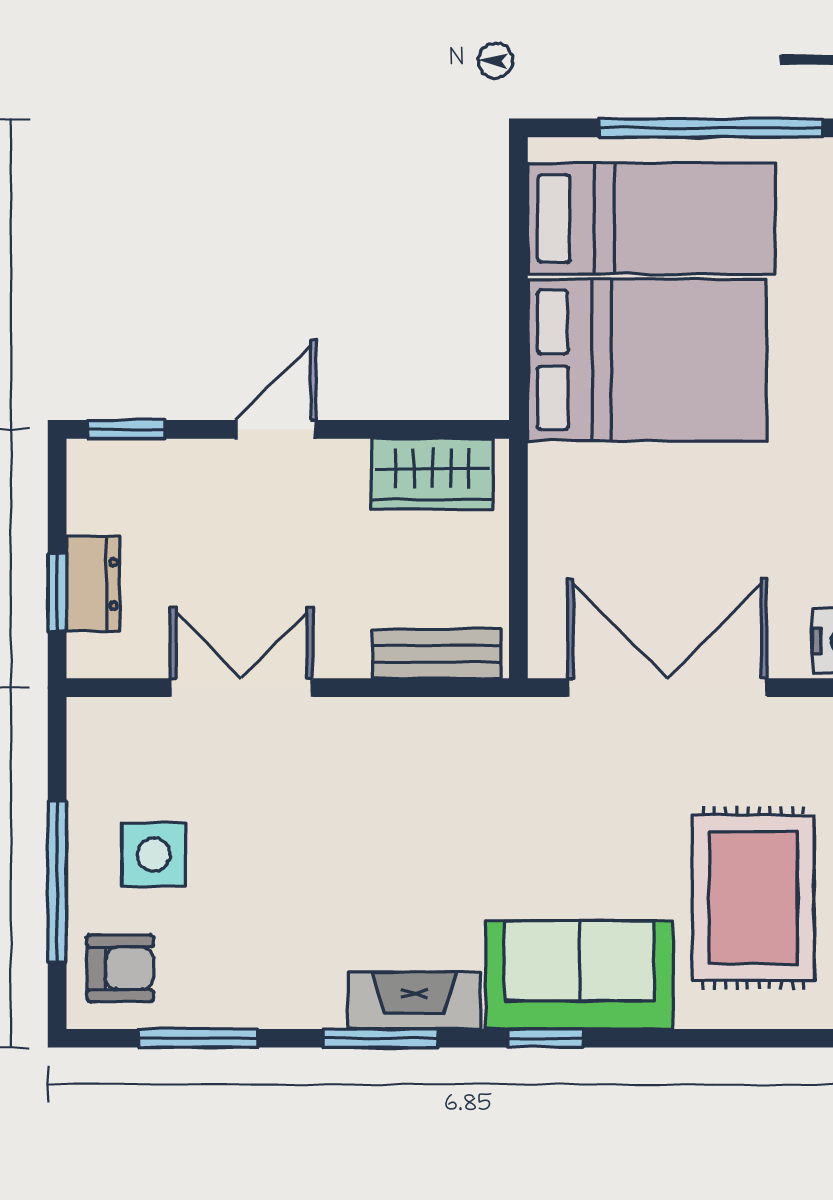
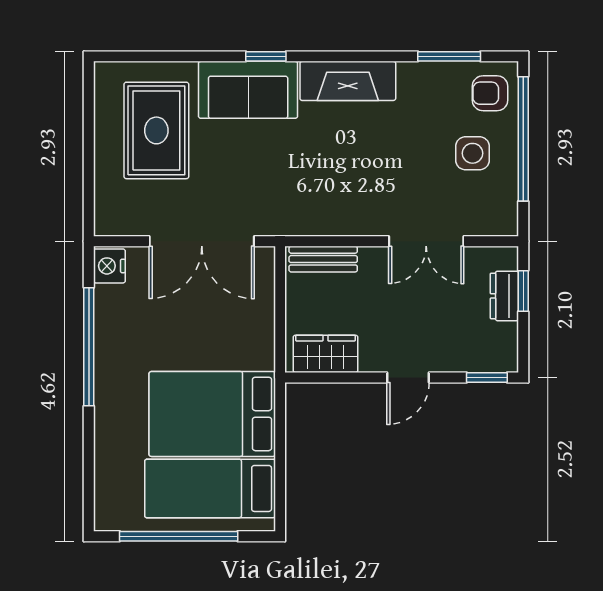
window: (57, 882) -> (523, 139), width x1.46
fireplace: (415, 1001) -> (348, 81), width x1.37, depth x1.32
window: (380, 1038) -> (353, 56), removed

